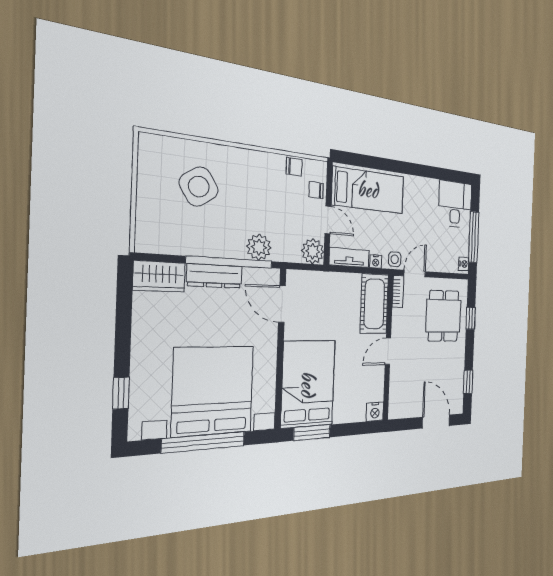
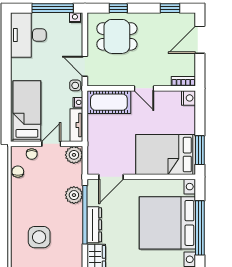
side table: (199, 187) -> (39, 237), turned 33
desk: (455, 204) -> (28, 35), width x1.37
bookcase: (398, 292) -> (183, 81), moved

